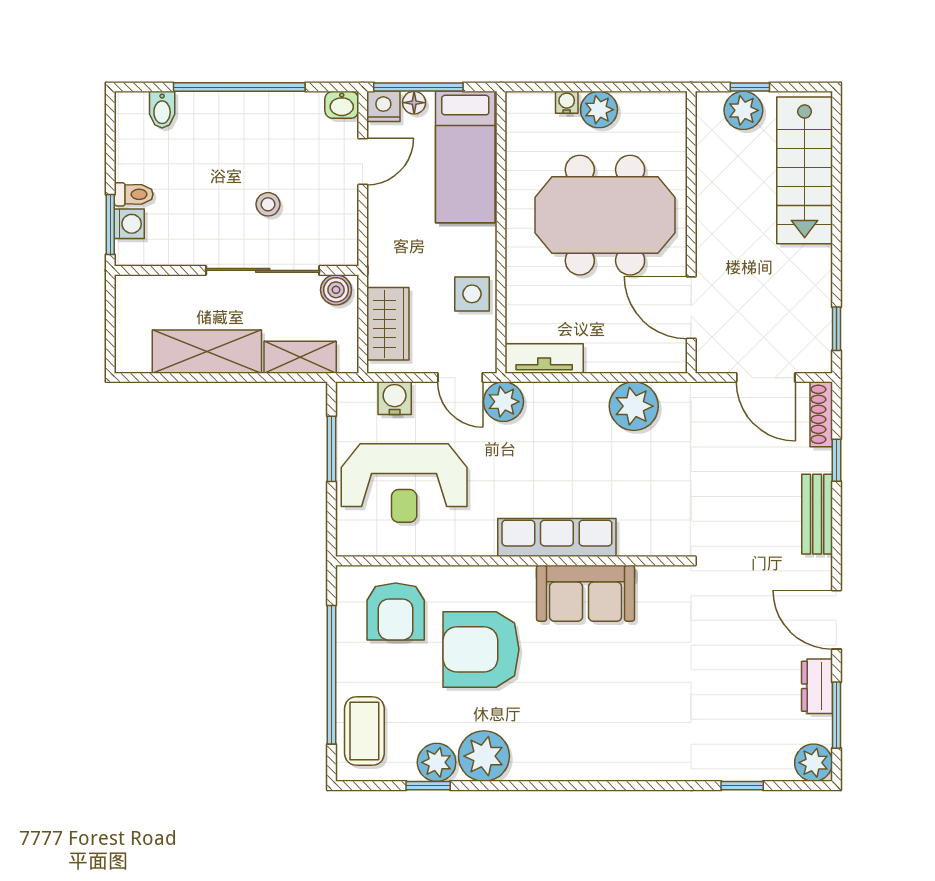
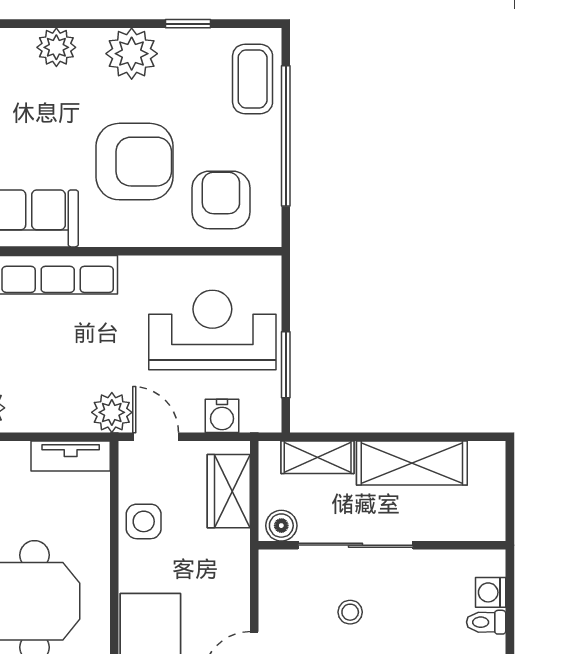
window: (110, 225) -> (510, 592), removed
plant: (437, 762) -> (56, 47), moved

